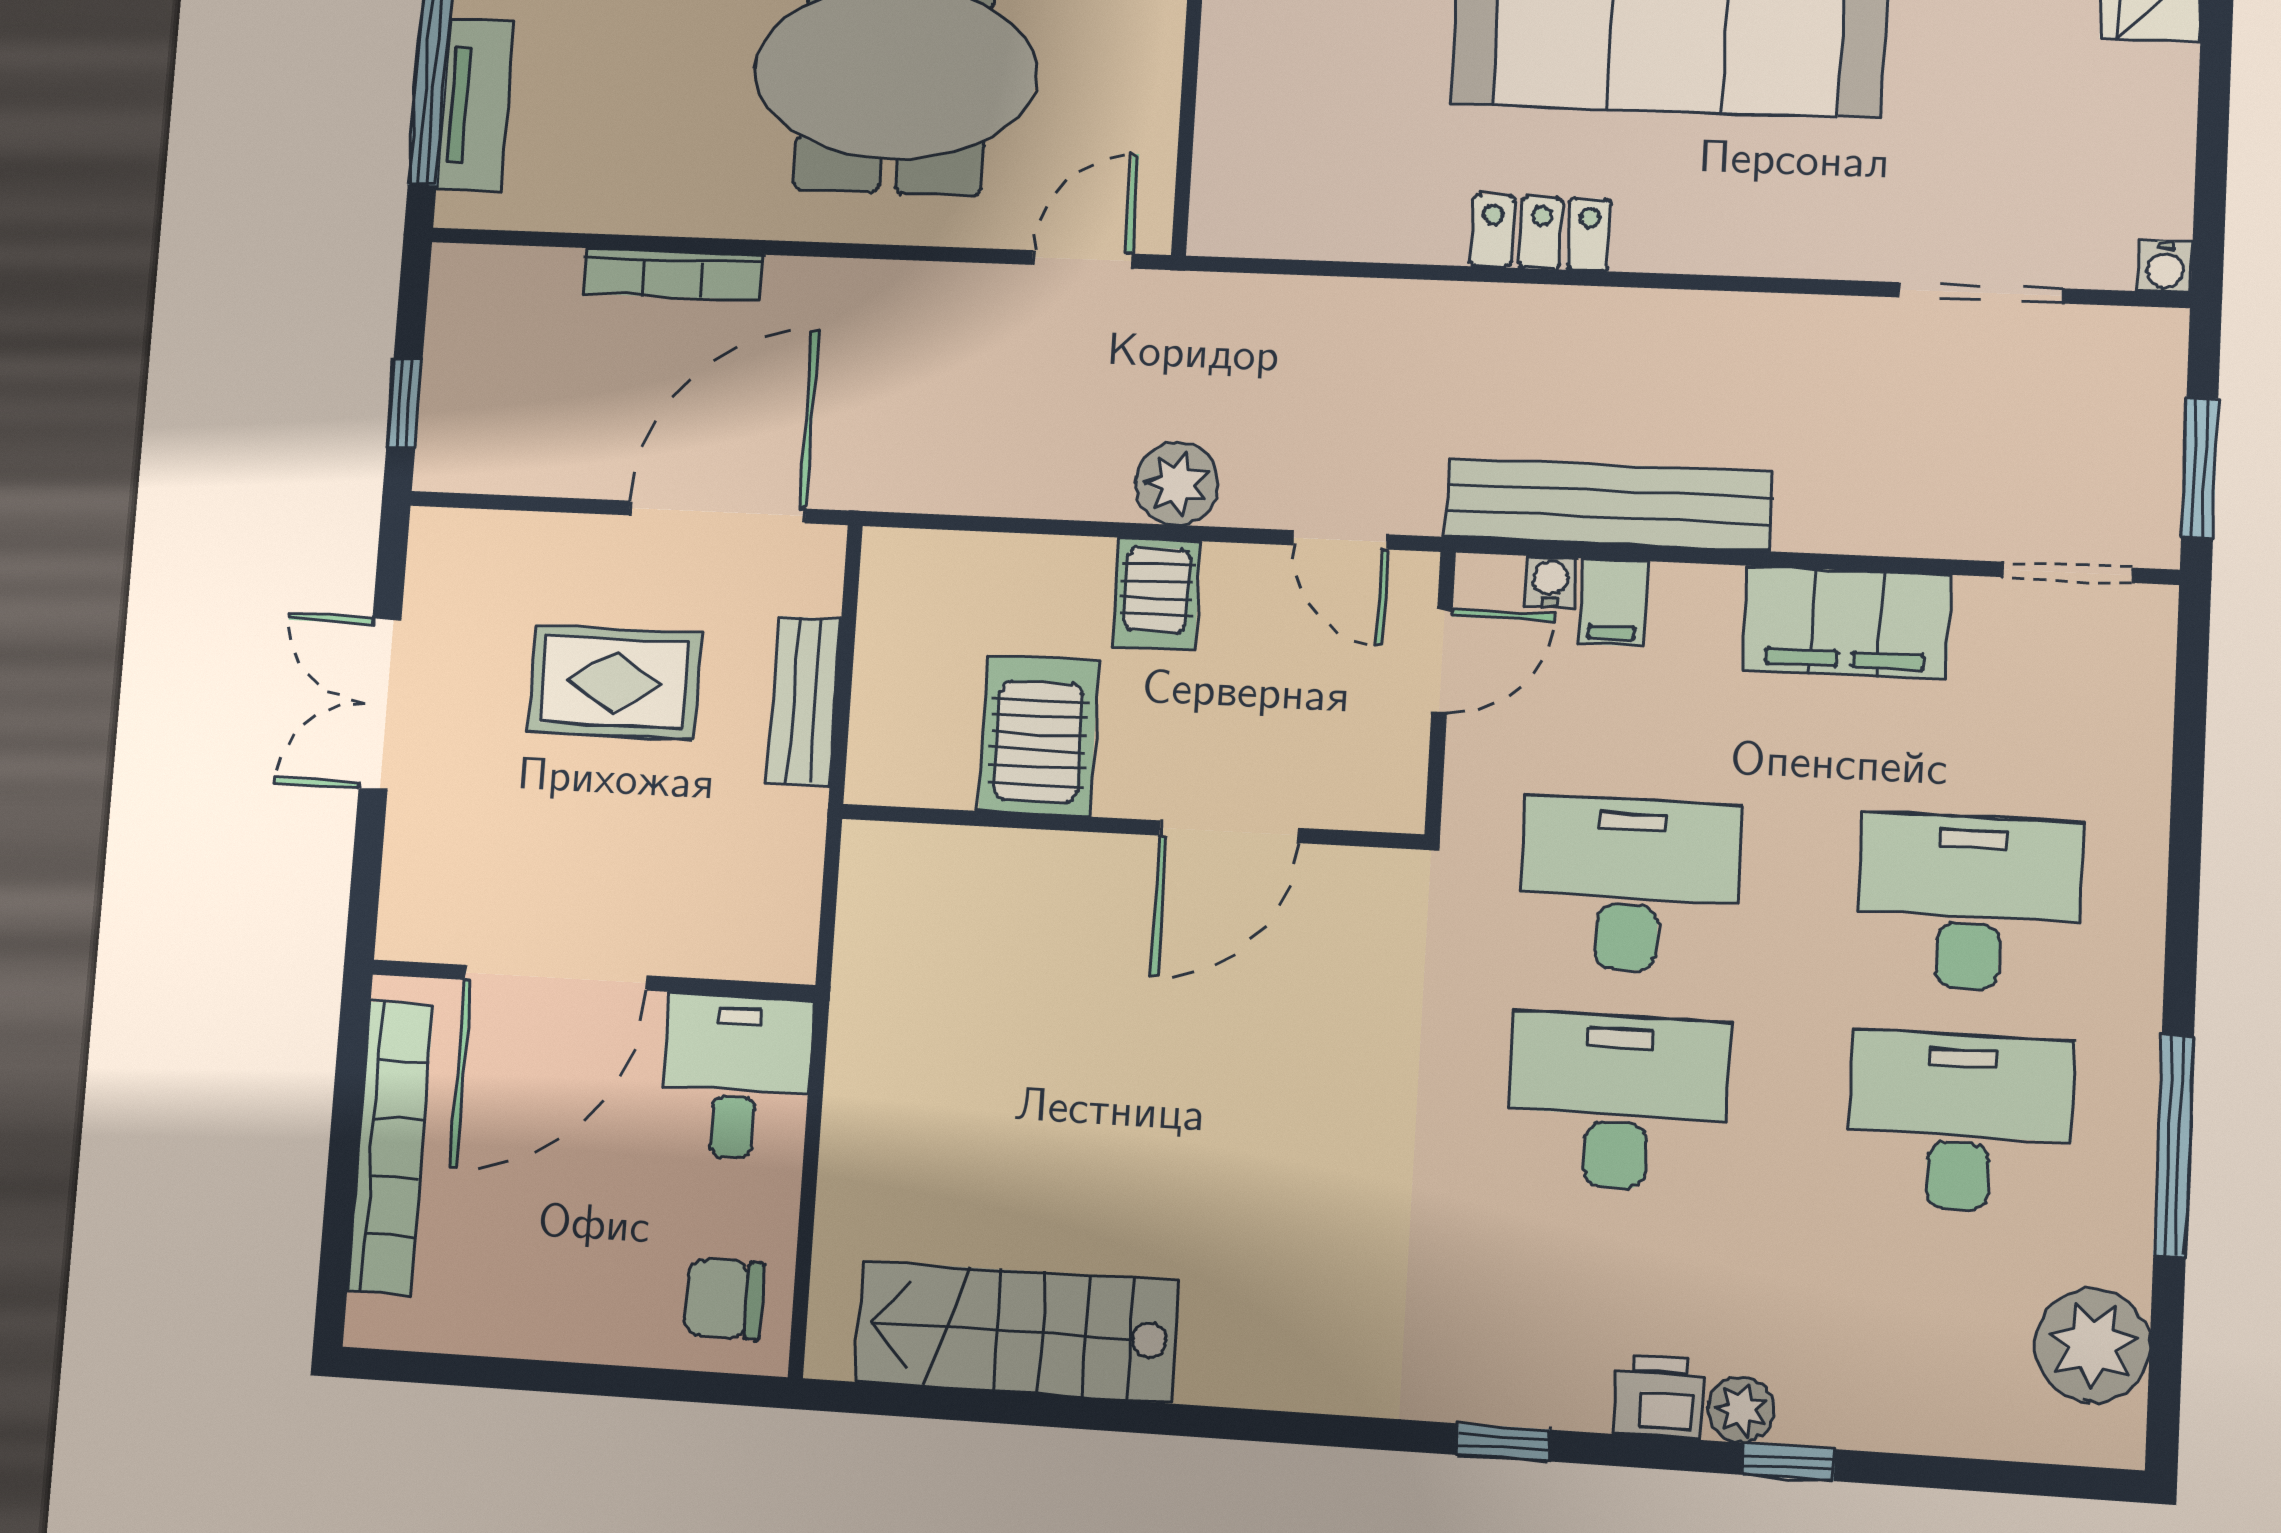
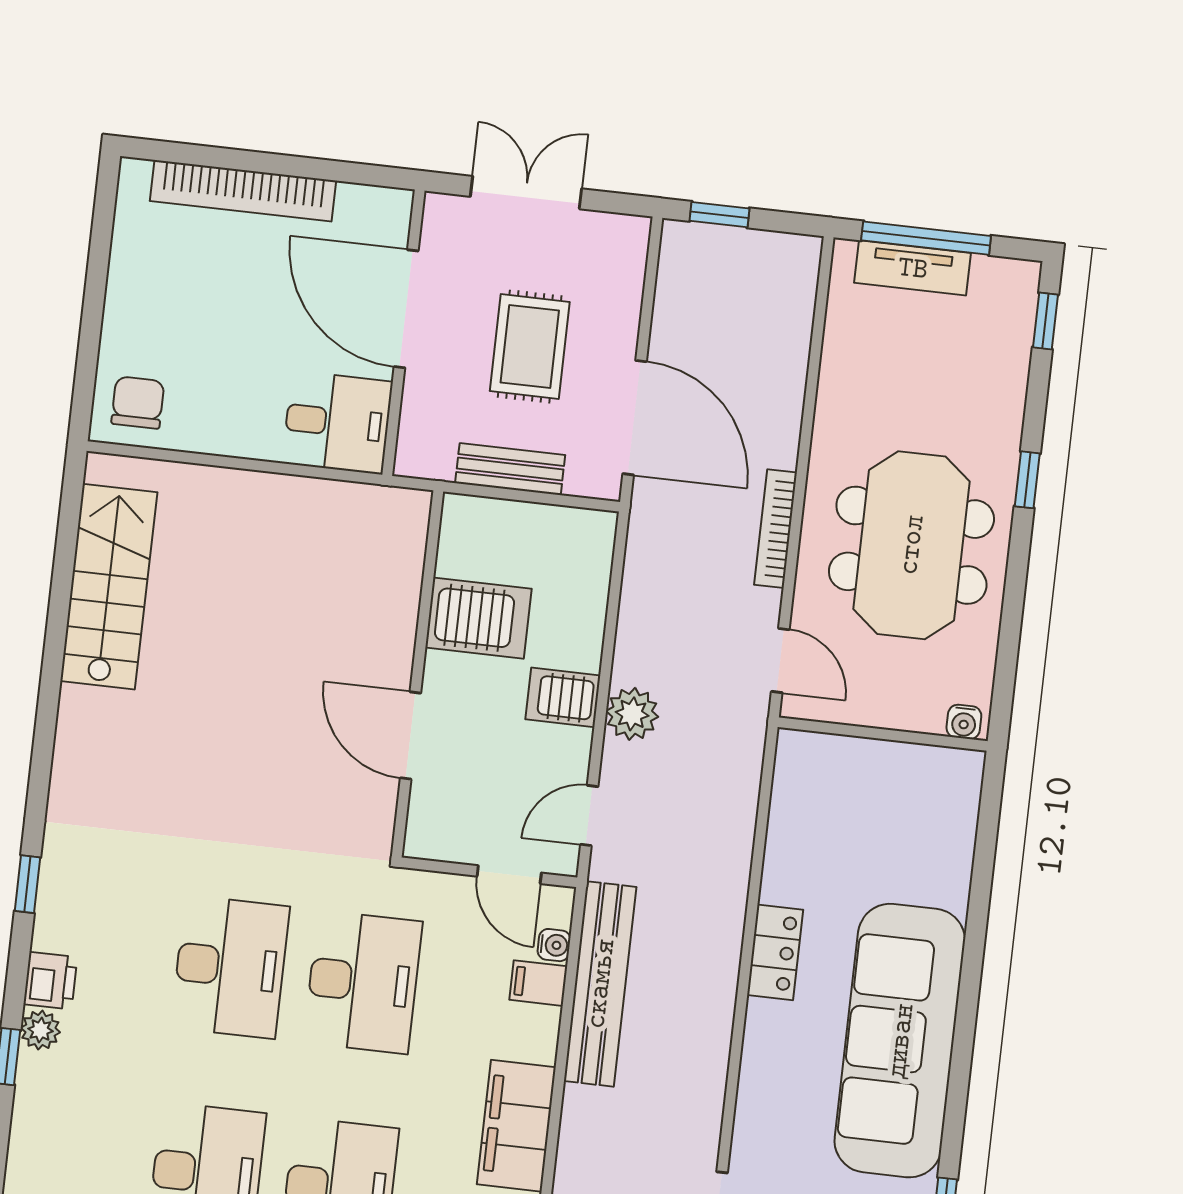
bookcase: (673, 274) -> (776, 529), moved
door: (556, 978) -> (406, 309), moved
wall: (593, 980) -> (403, 333), moved
desk: (736, 1077) -> (337, 422), moved

